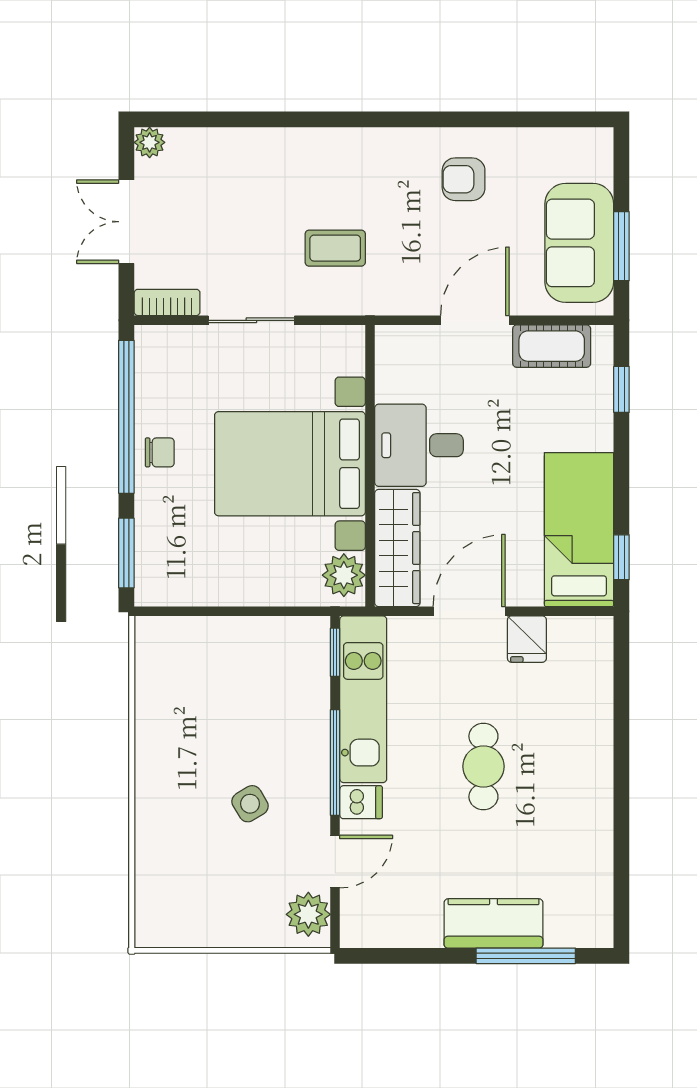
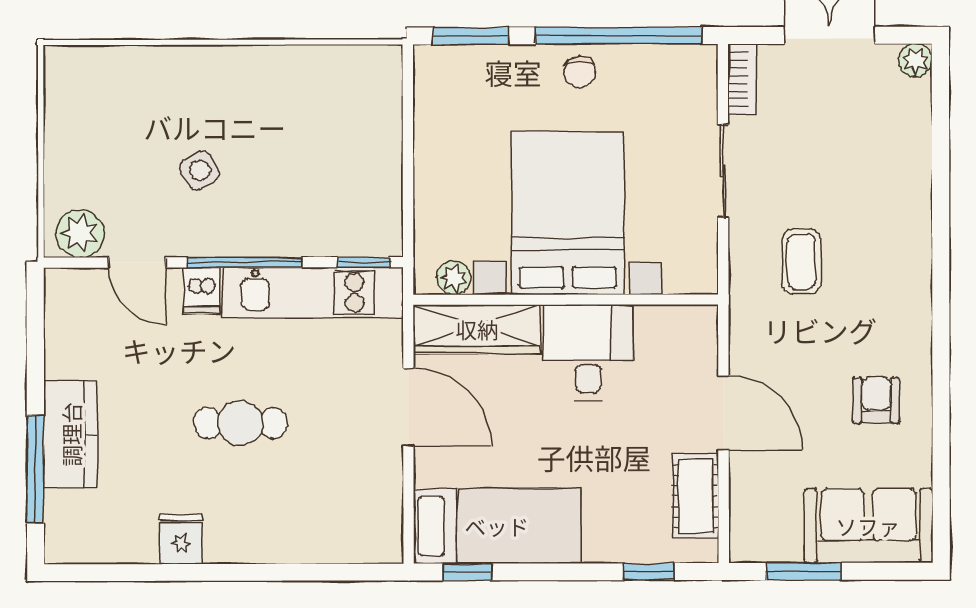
sofa: (579, 243) -> (868, 526), moved
plant: (344, 575) -> (454, 278), width x0.73, depth x0.73
fridge: (527, 639) -> (181, 539), moved, turned 90

